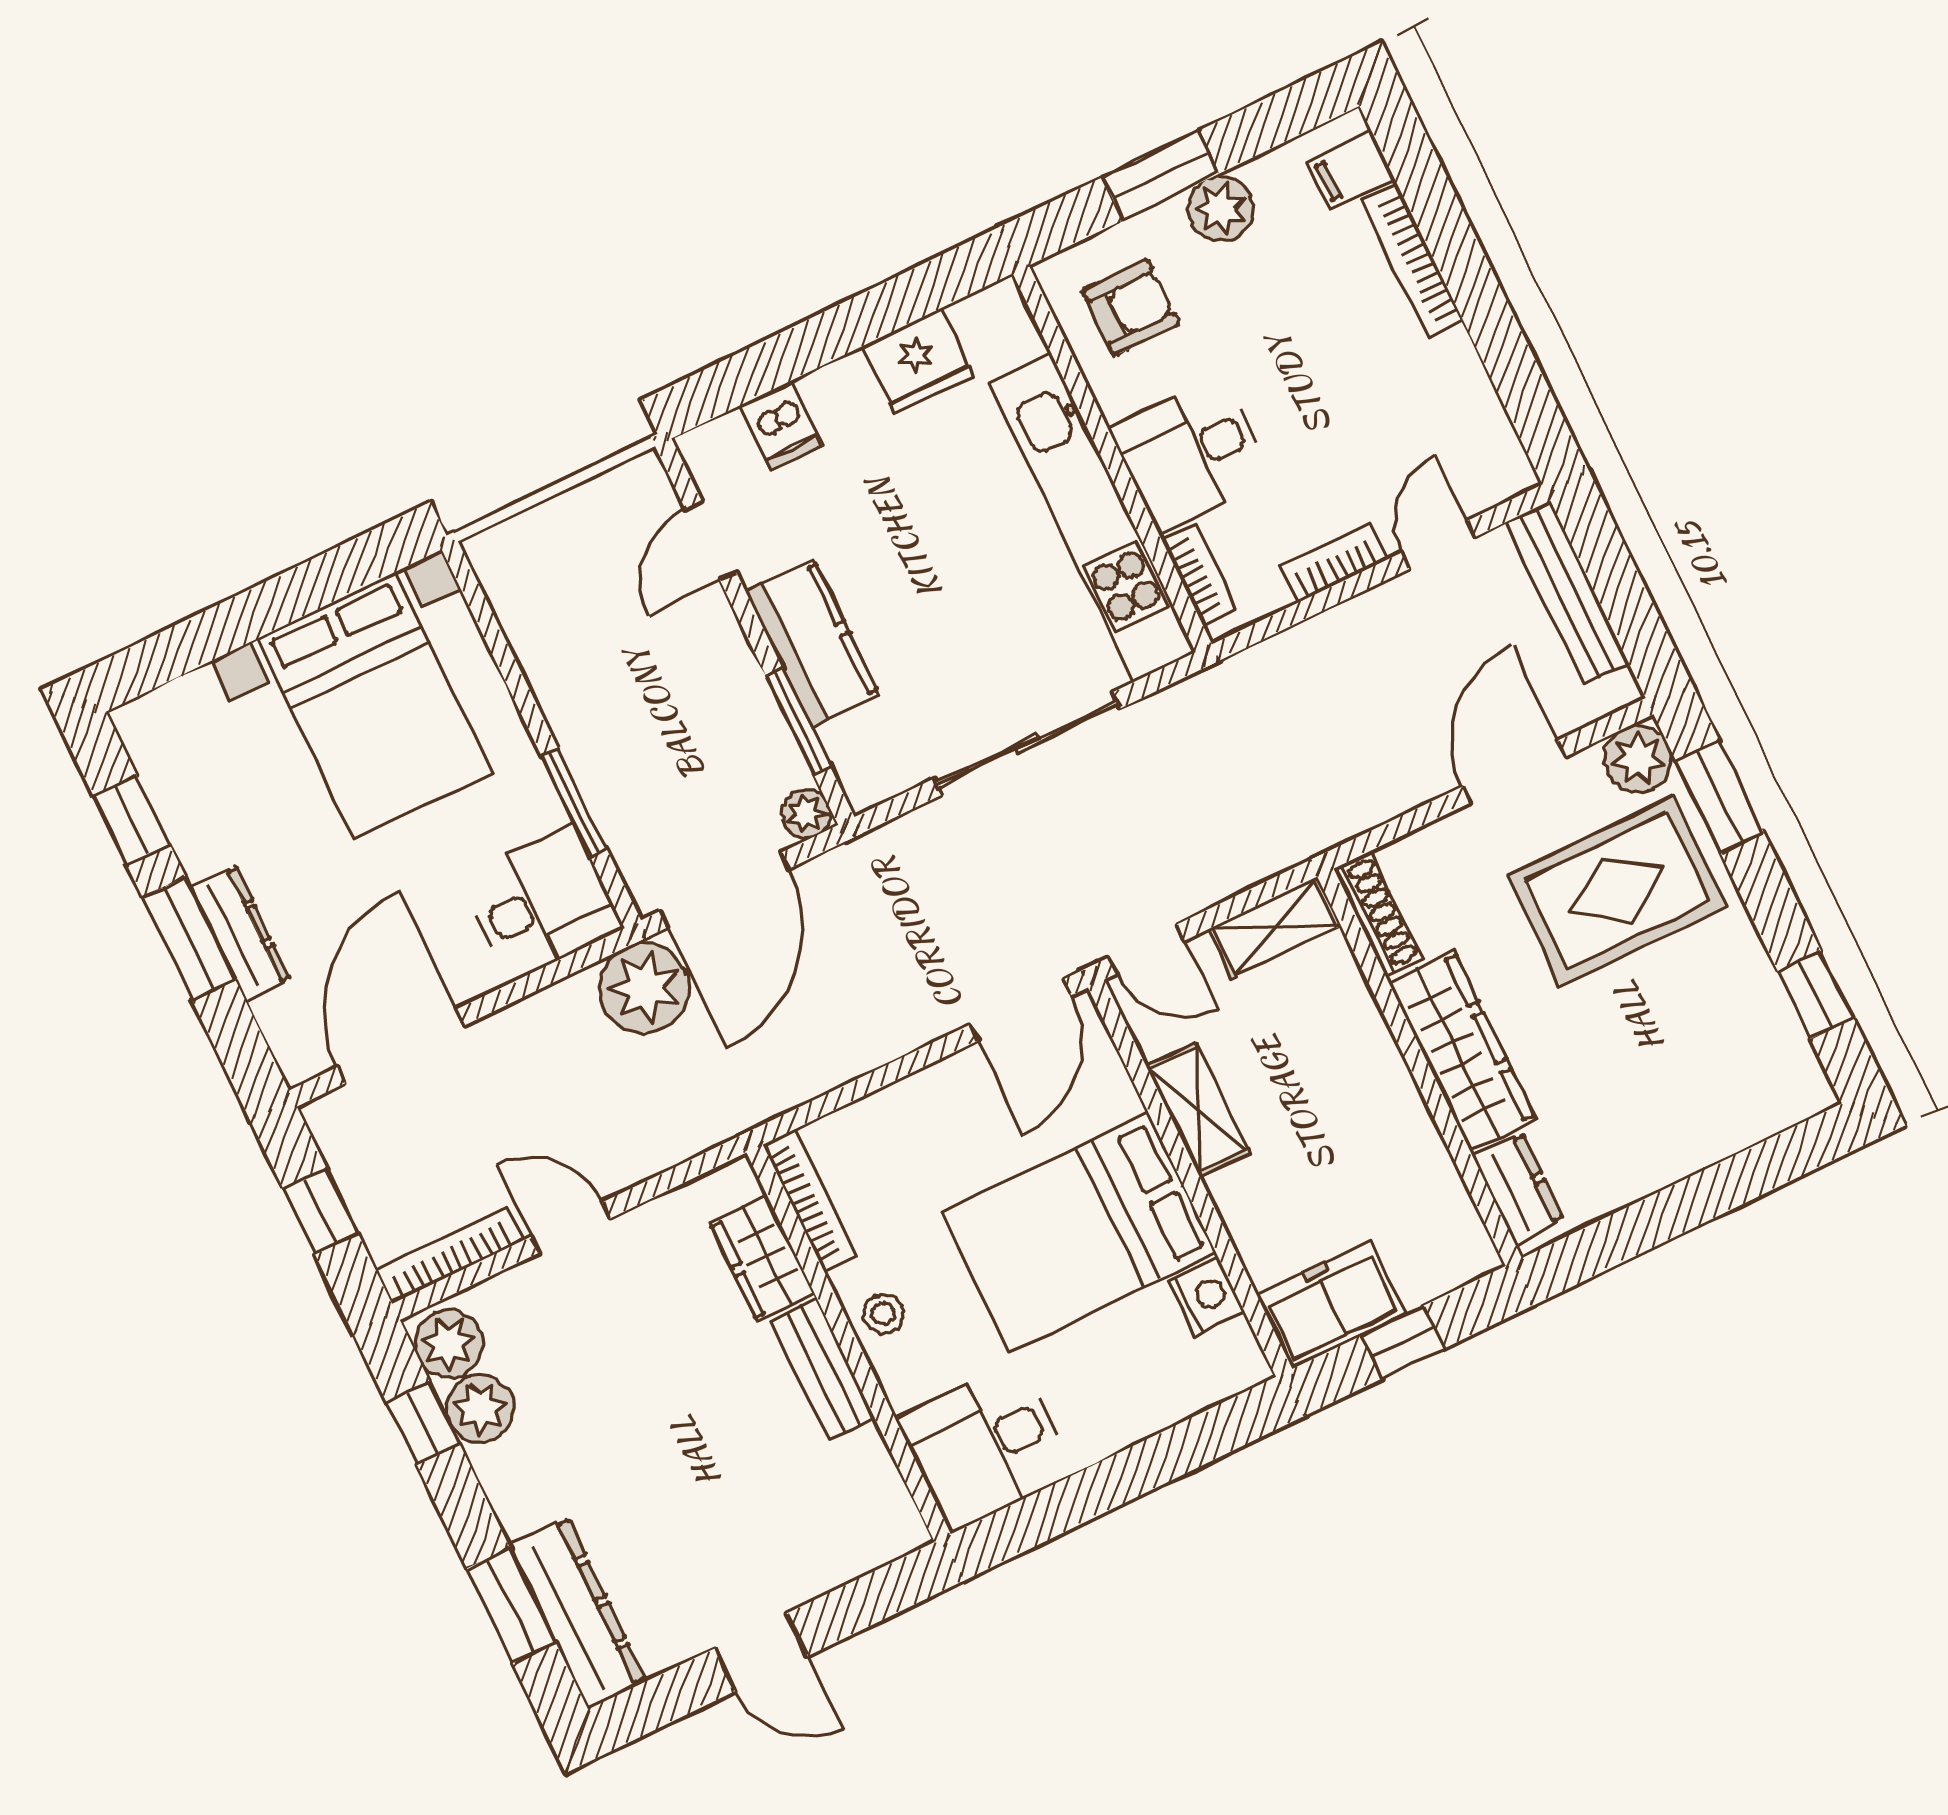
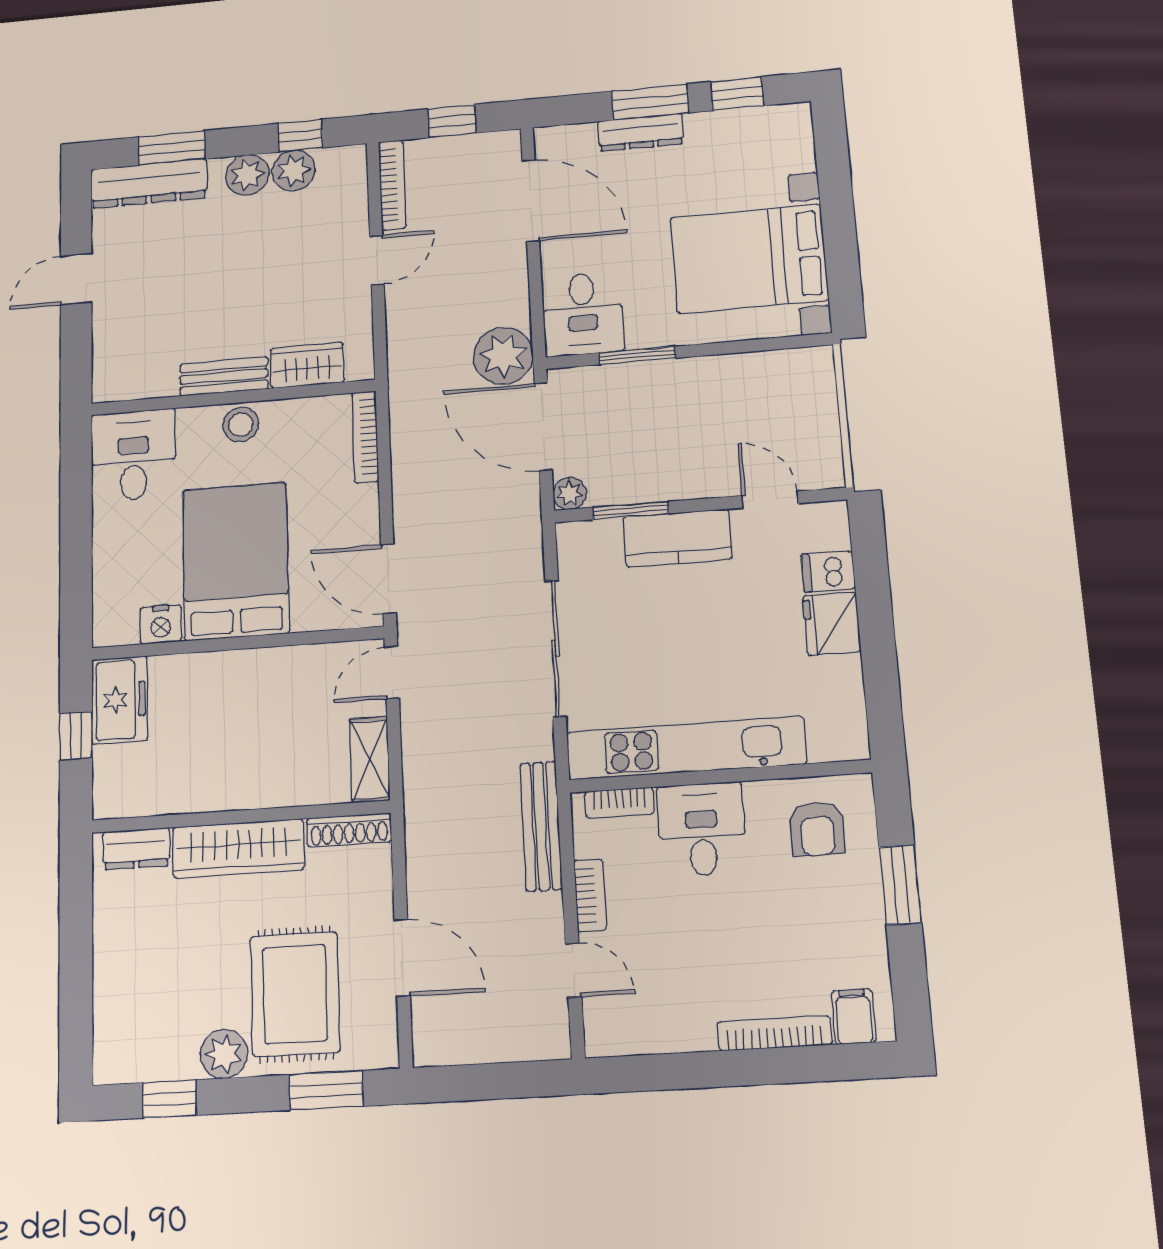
plant: (1220, 209) -> (861, 916), removed
fridge: (918, 361) -> (832, 624), moved
bench: (1567, 593) -> (541, 826), moved, turned 90
plant: (1638, 759) -> (224, 1054), moved
shelving: (1198, 1110) -> (277, 665), removed
bookcase: (810, 1201) -> (365, 437), moved, turned 90
stool: (883, 1314) -> (241, 424), width x1.37, depth x1.37
plant: (449, 1344) -> (247, 175), moved

